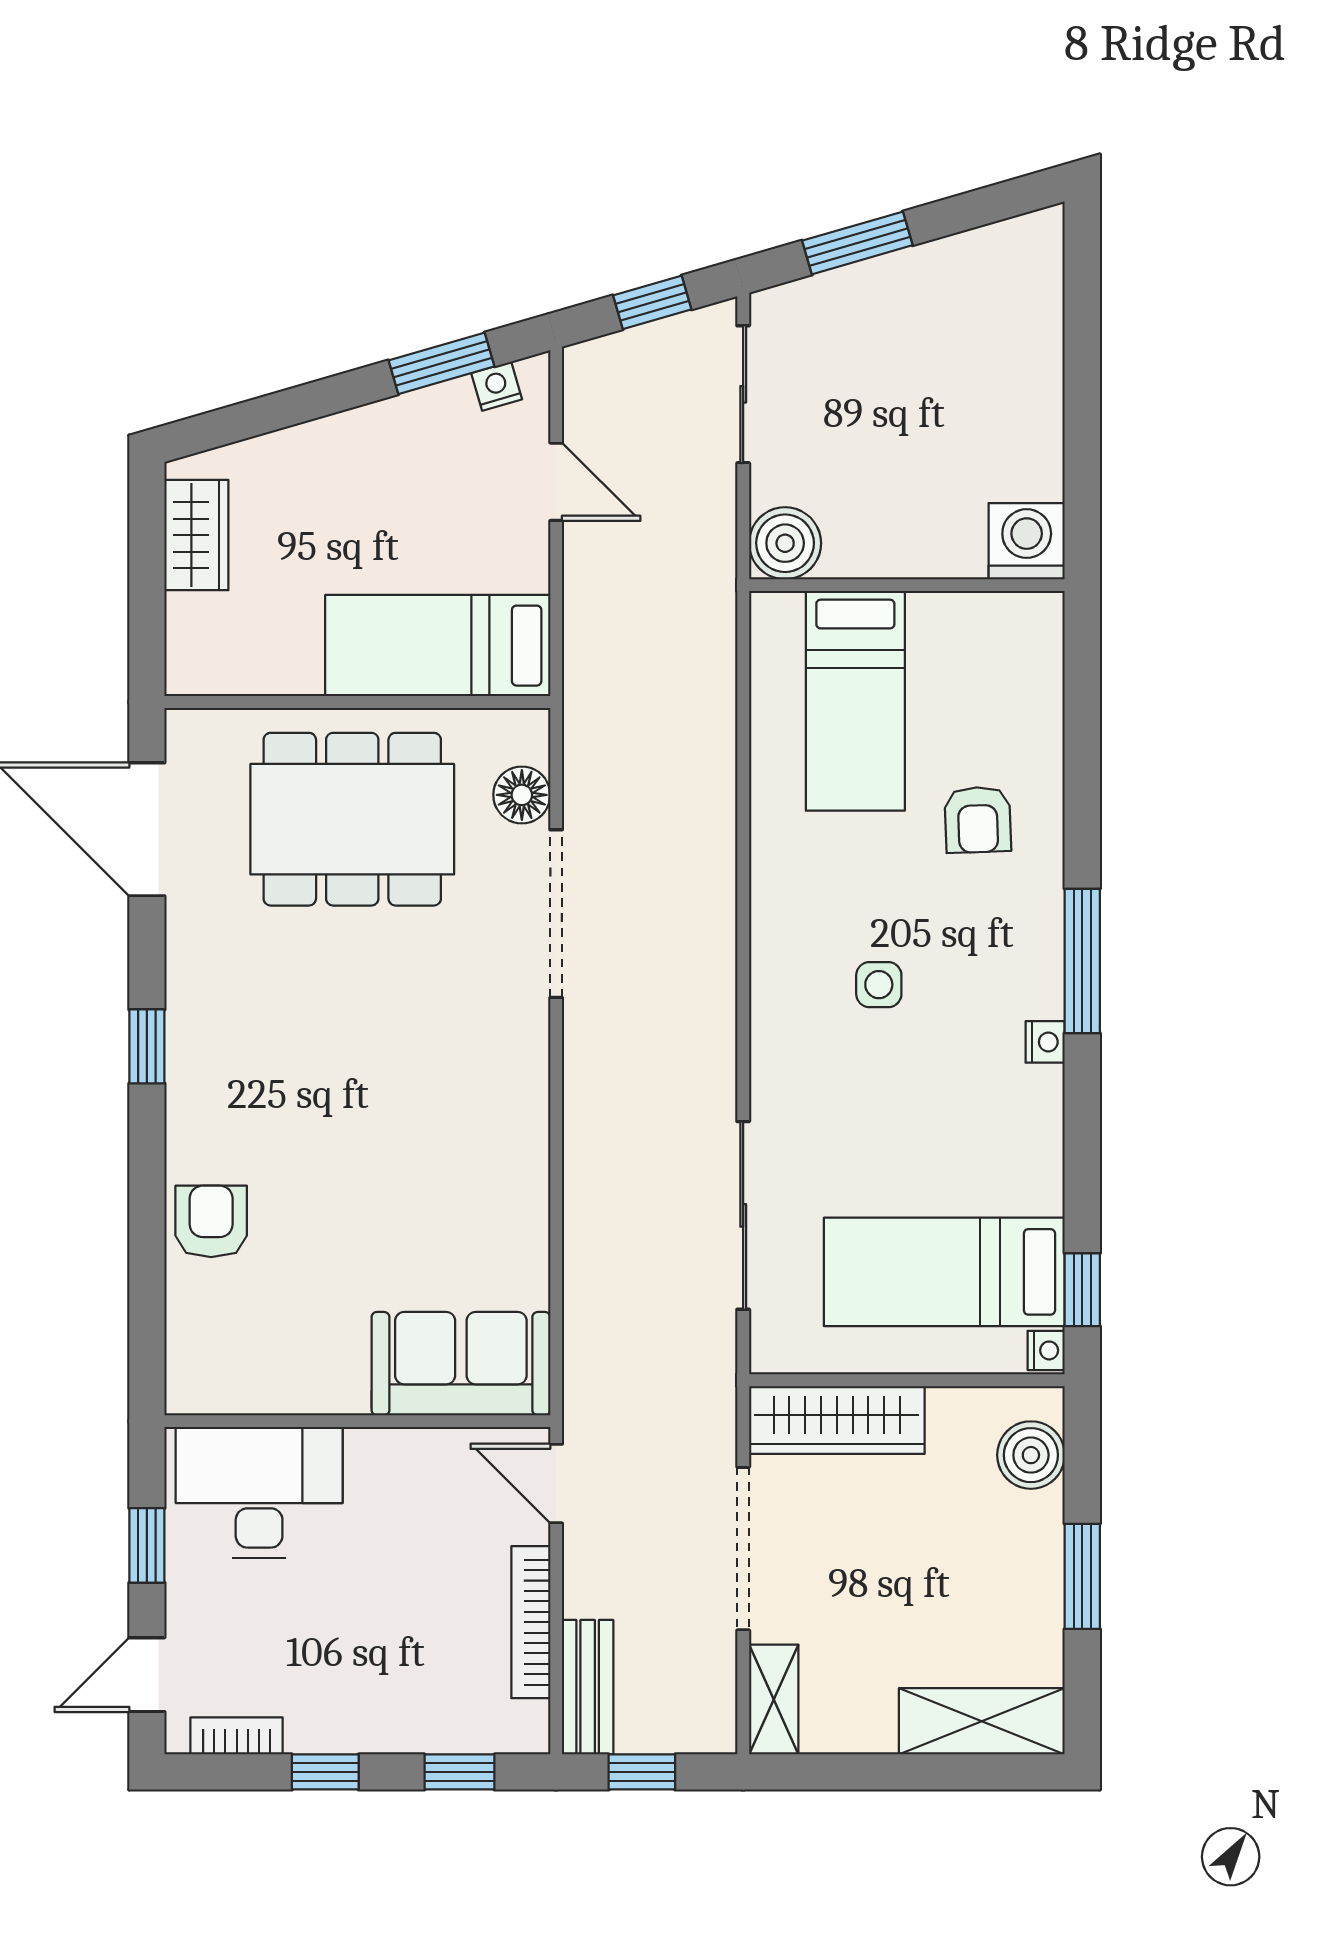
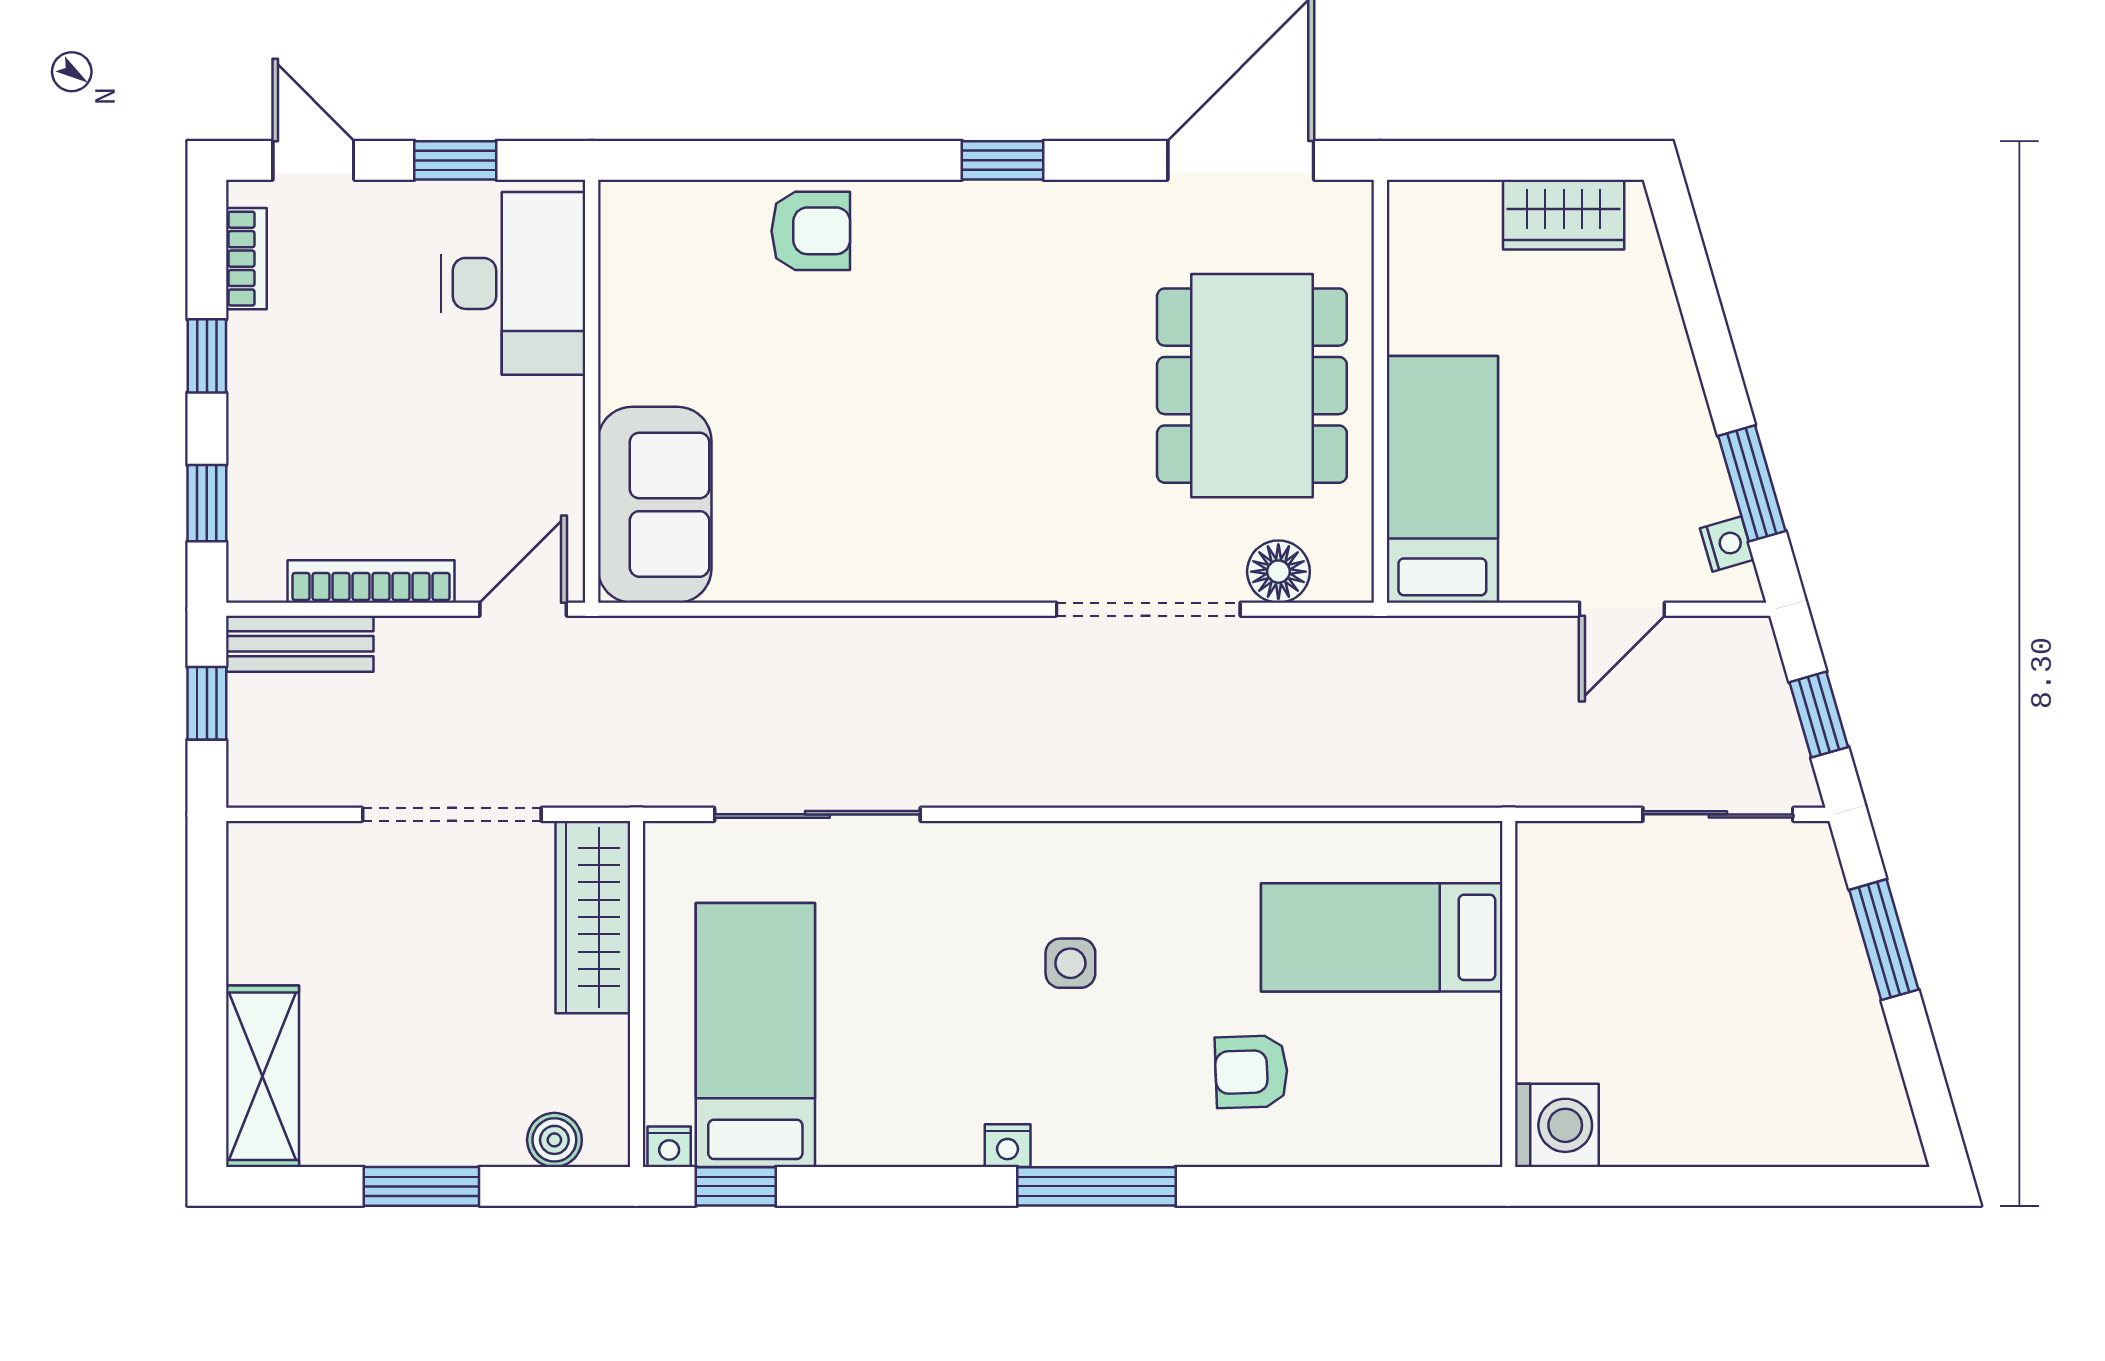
boiler: (785, 543) -> (1555, 860), removed
boiler: (1031, 1455) -> (554, 1140), width x0.73, depth x0.73
shelving: (774, 1699) -> (286, 848), removed

